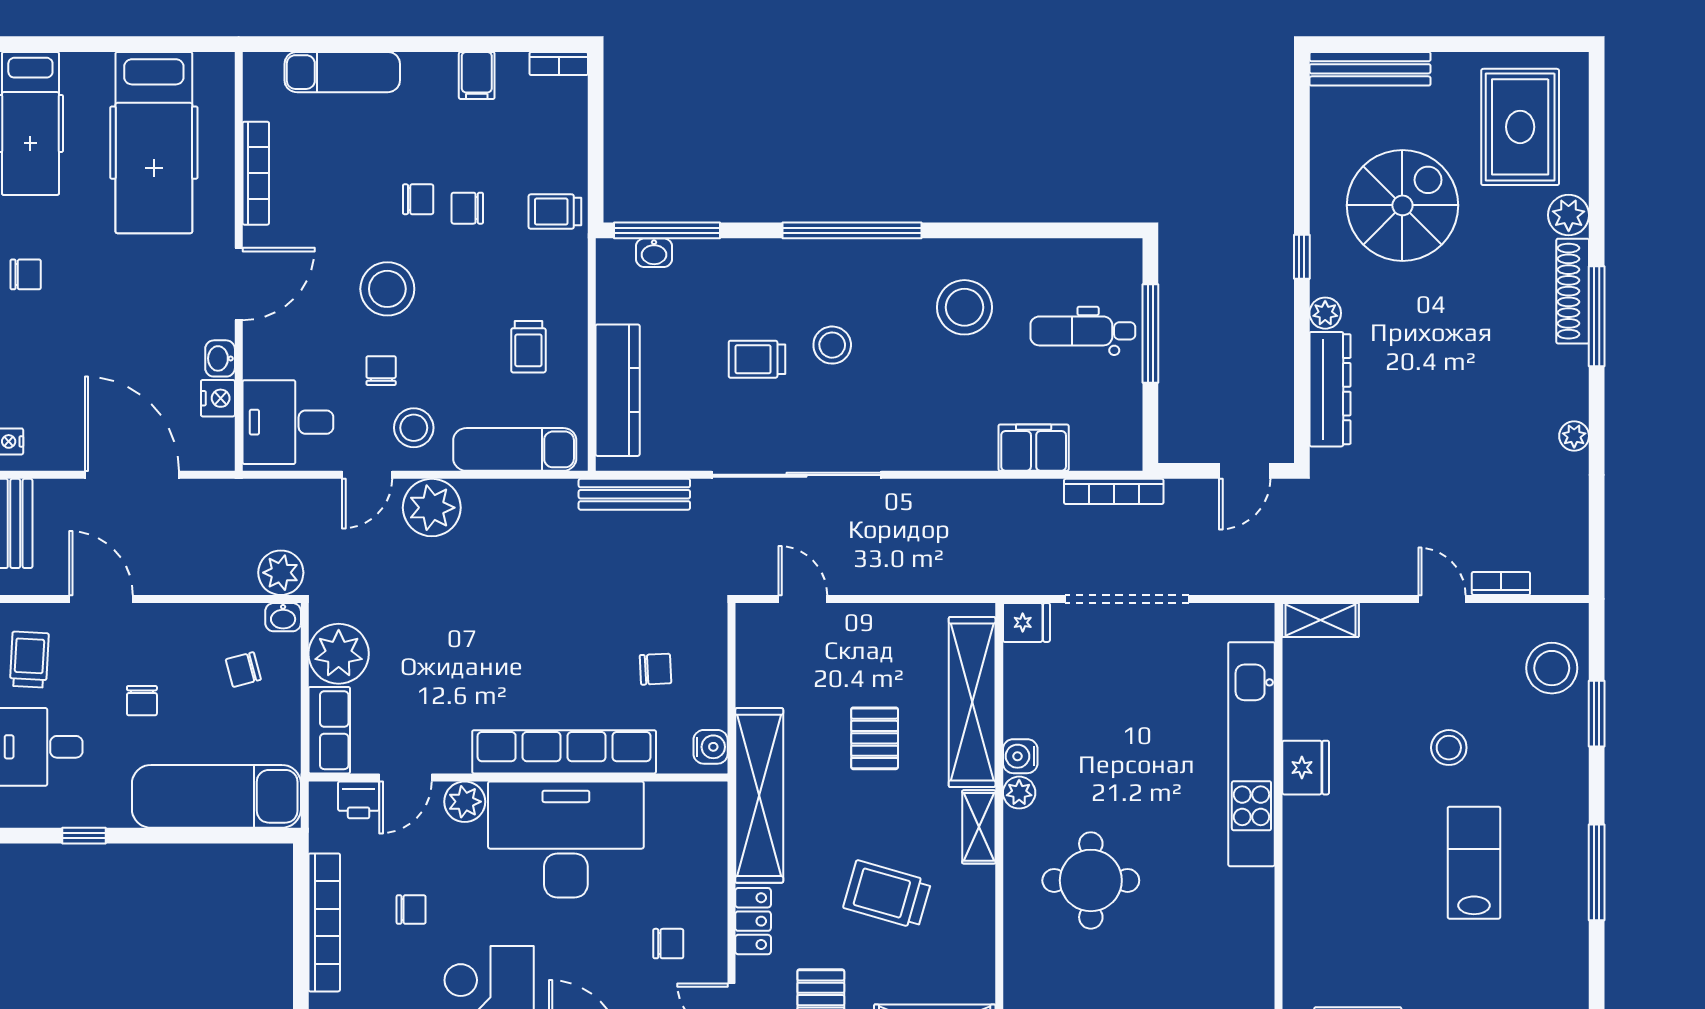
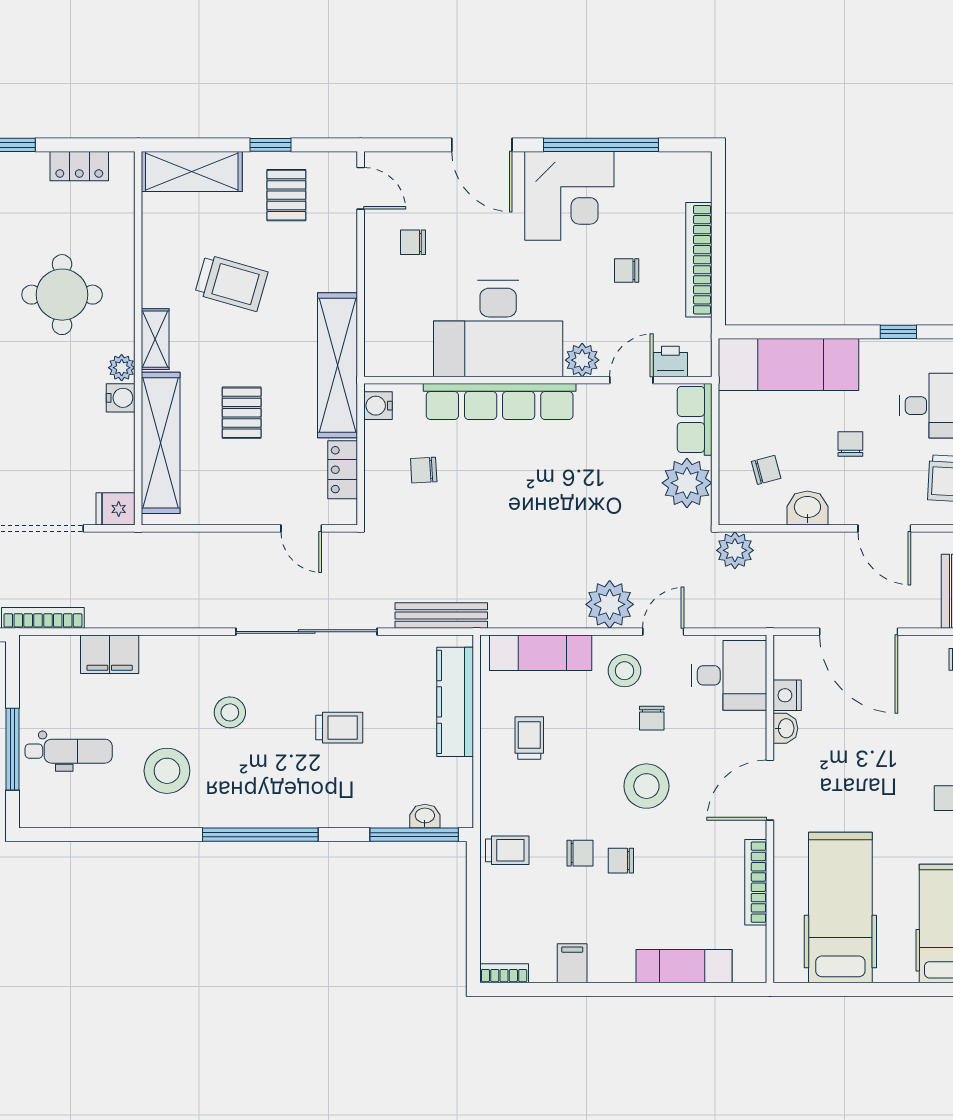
stool: (832, 345) -> (230, 712), moved
washbasin: (283, 617) -> (807, 508), moved, width x1.38, depth x1.45
locker: (753, 921) -> (343, 470), moved

